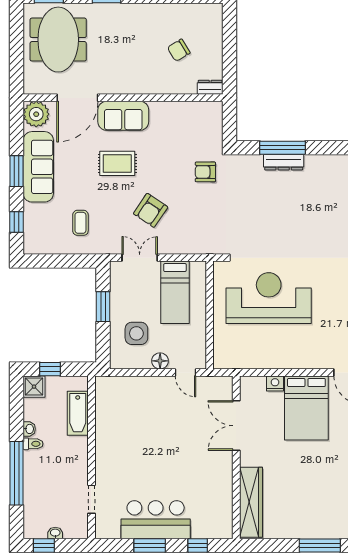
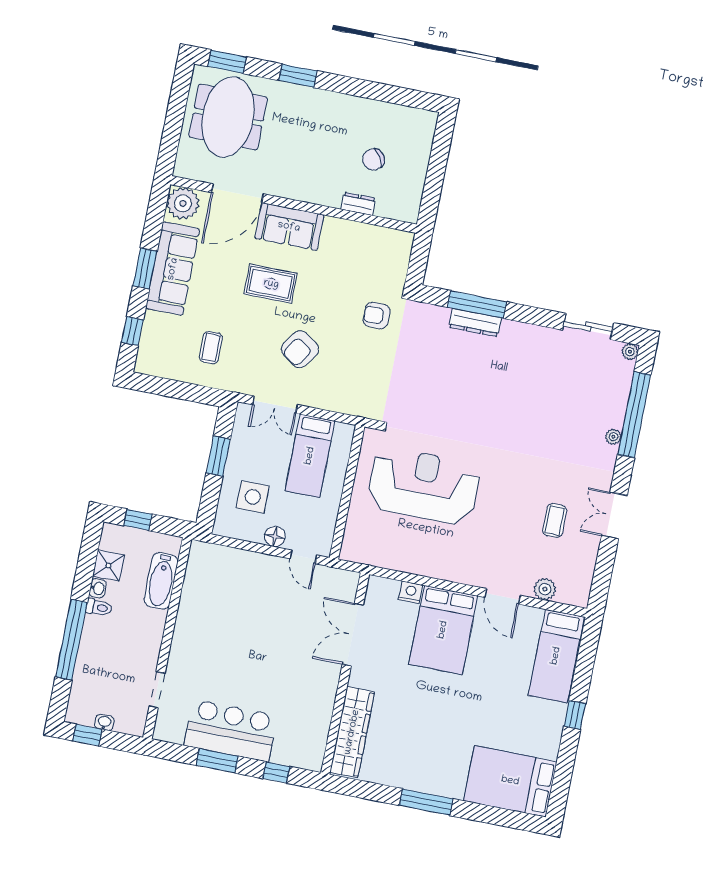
dresser: (210, 87) -> (358, 204), moved
double door: (140, 258) -> (275, 405), swing flipped
shower: (34, 387) -> (108, 565), moved

